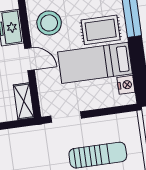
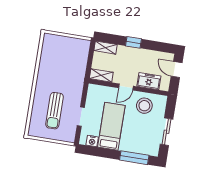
rug: (101, 30) -> (130, 136), removed
doorway: (66, 117) -> (81, 117), moved

